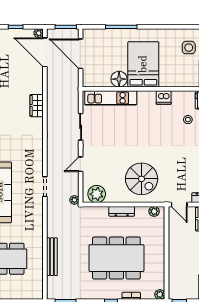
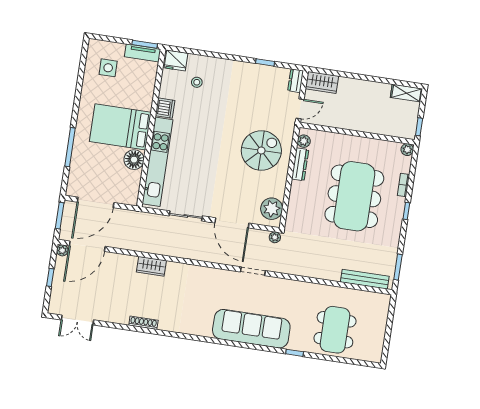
kitchen unit: (111, 98) -> (157, 162), width x1.36
door: (81, 164) -> (232, 223), width x1.87
dresser: (122, 211) -> (300, 164), moved
bench: (52, 257) -> (365, 279), moved

